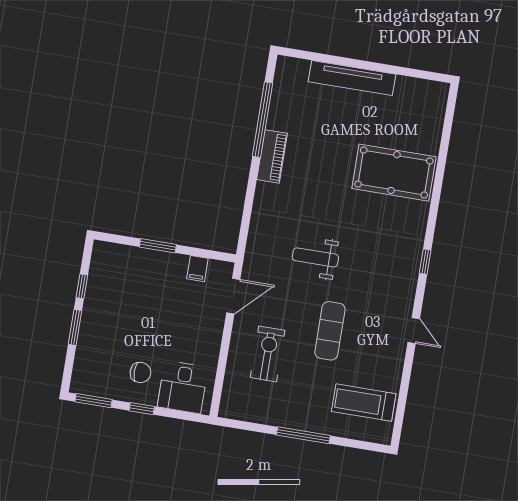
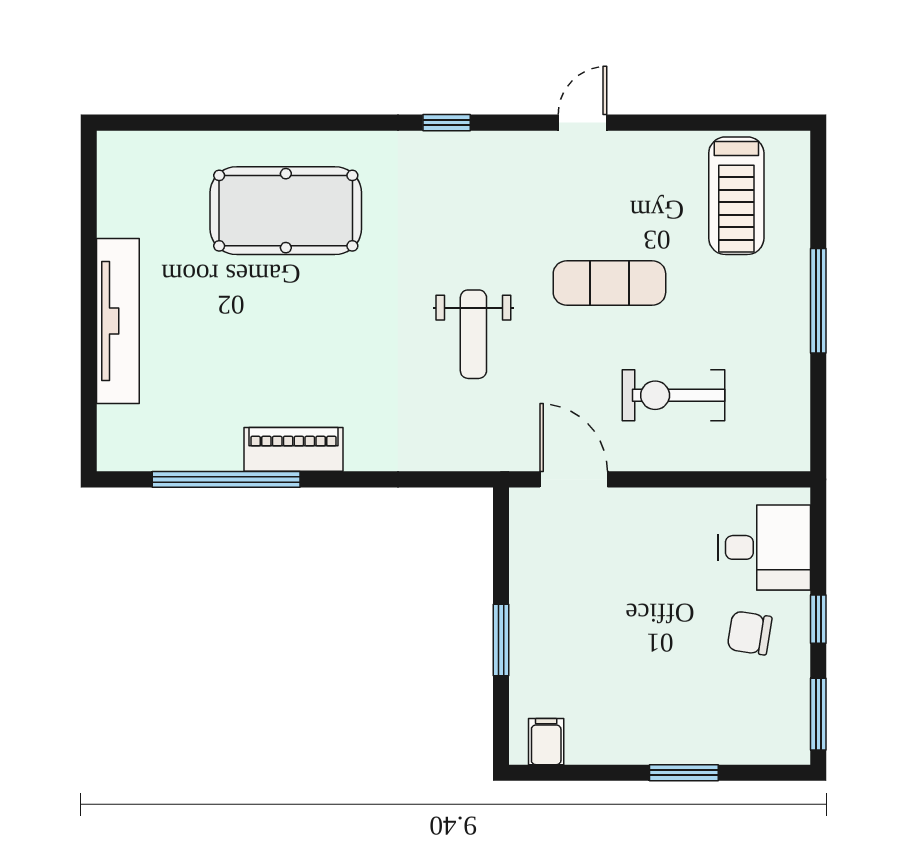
pool table: (394, 173) -> (286, 211), turned 90
filing cabinet: (197, 269) -> (546, 742), moved, turned -90
window: (82, 286) -> (603, 773), removed
chair: (140, 373) -> (750, 633), turned -81

